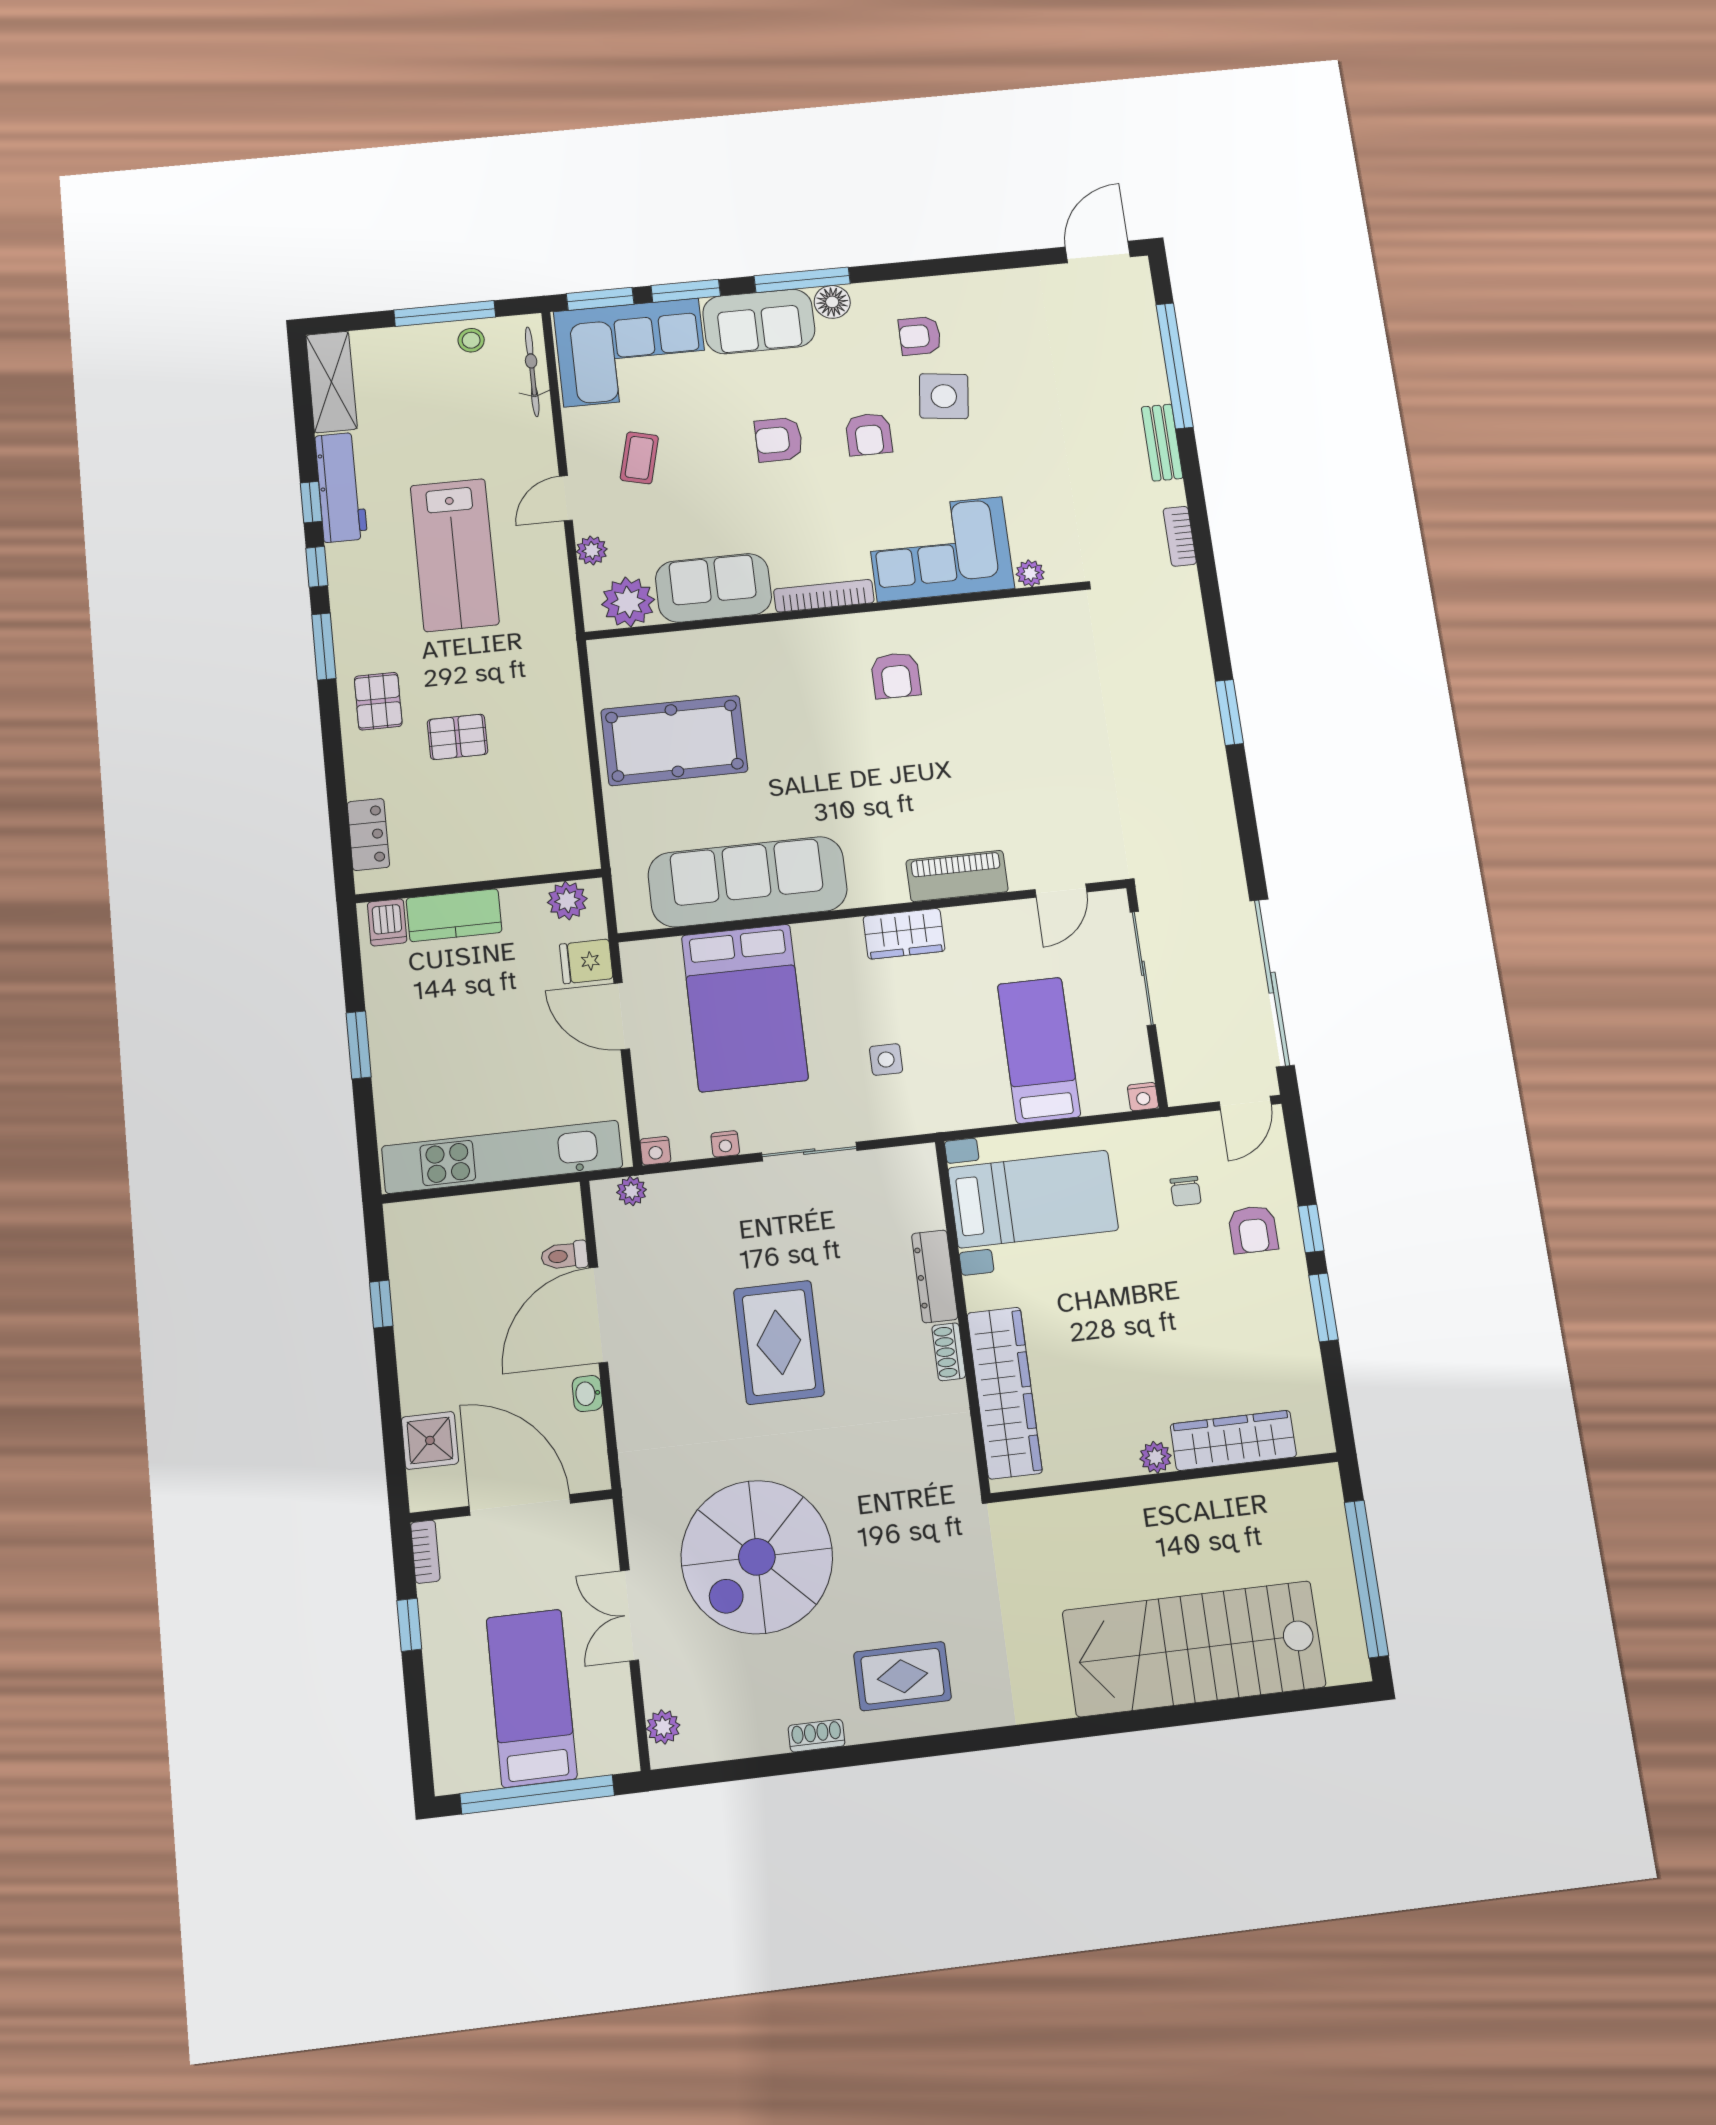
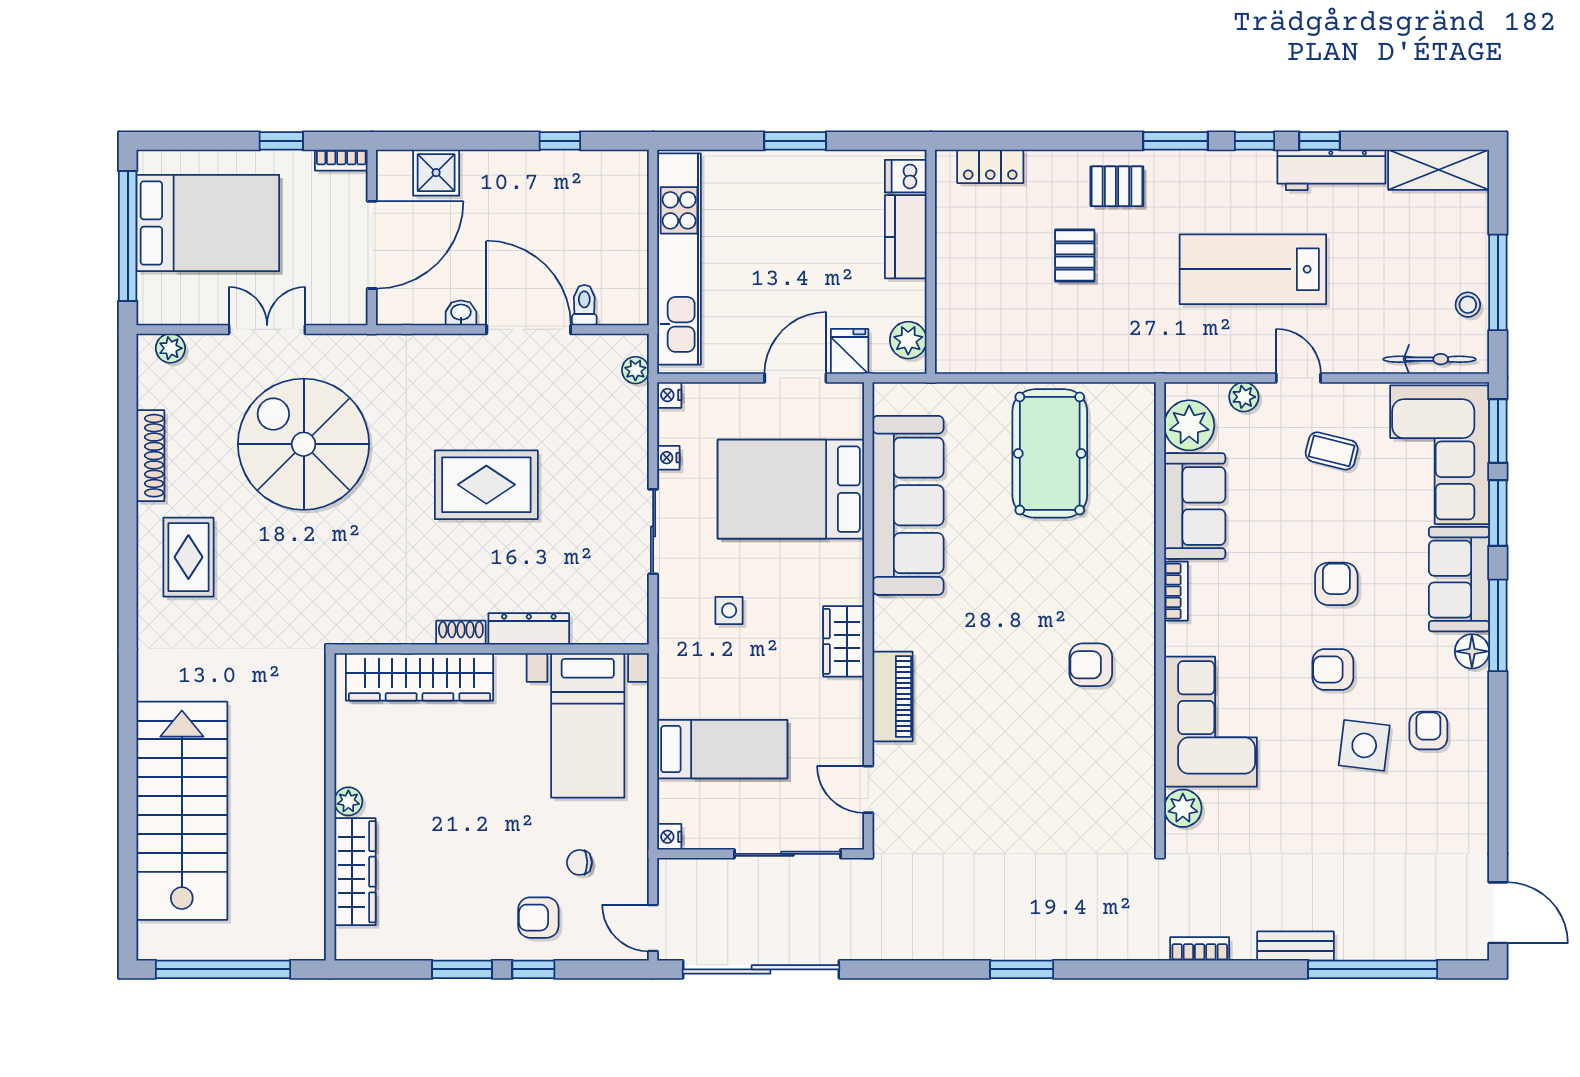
plant: (1030, 573) -> (1183, 808), width x1.38, depth x1.38
bookcase: (824, 596) -> (1176, 591), width x0.64
bed: (532, 1698) -> (208, 223), width x1.50
shoe rack: (817, 1736) -> (150, 456), width x1.94, depth x1.24

